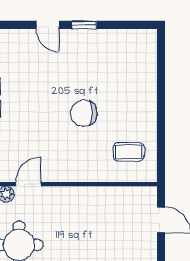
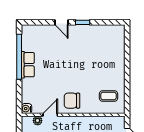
chair: (84, 113) -> (72, 101), moved

